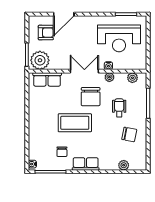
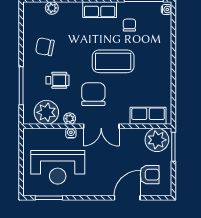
armchair: (46, 33) -> (150, 175), turned 180
reception desk: (119, 38) -> (58, 167), turned 180
plant: (132, 78) -> (46, 112), width x1.88, depth x1.88
wheelchair: (119, 108) -> (57, 80), turned -90

